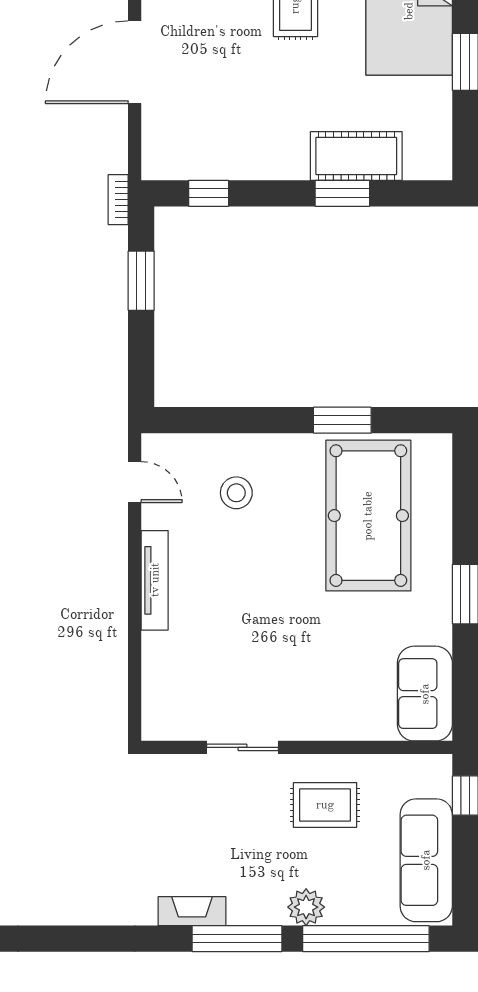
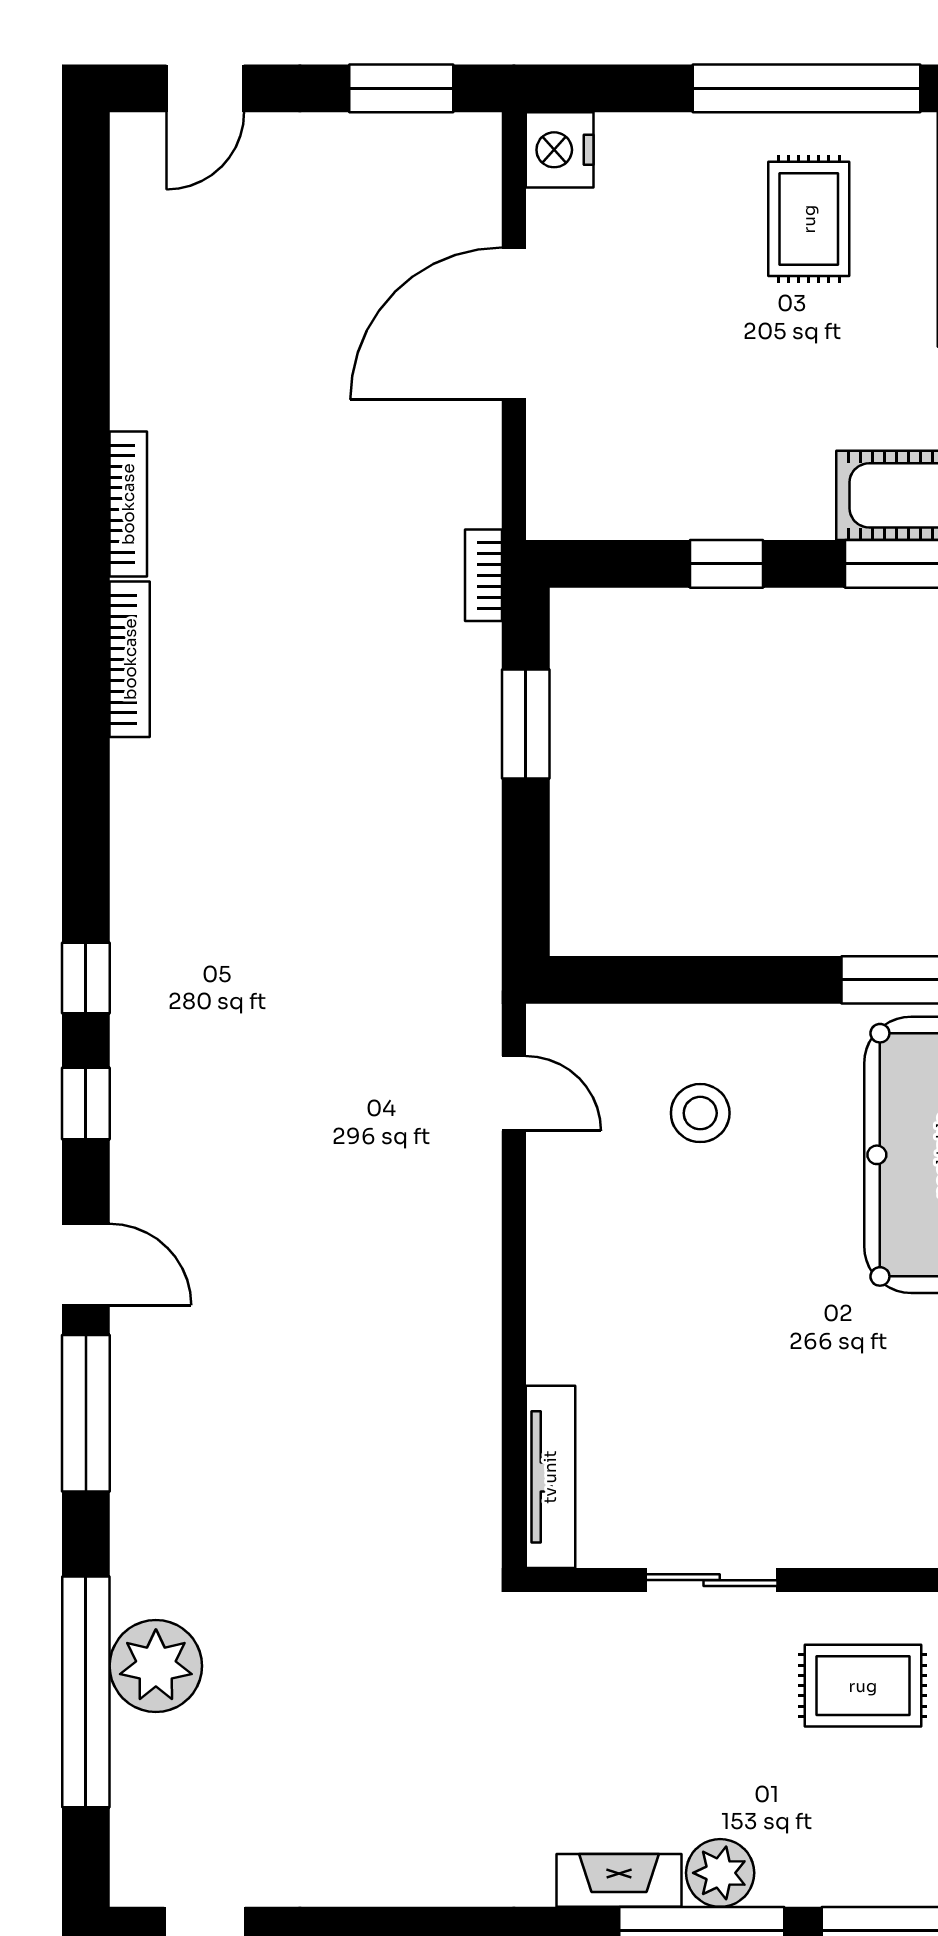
window: (209, 193) -> (726, 564), moved
tv unit: (155, 580) -> (550, 1477), moved
plant: (306, 907) -> (720, 1873), moved

